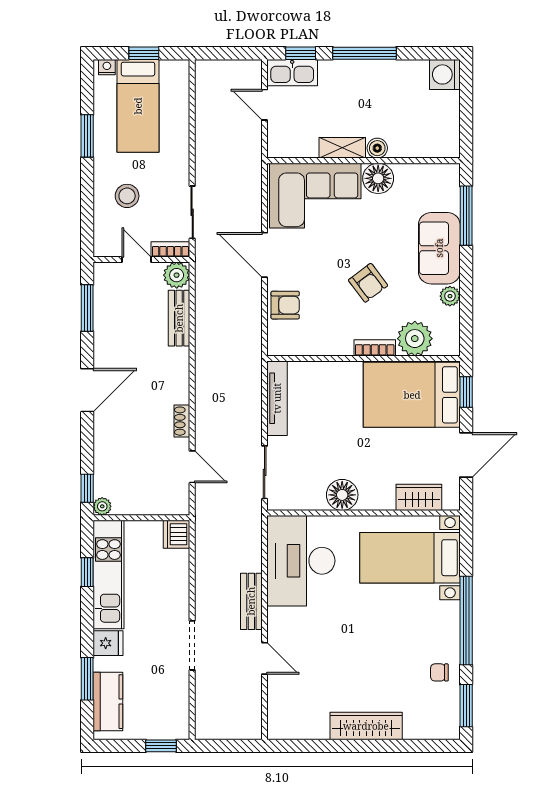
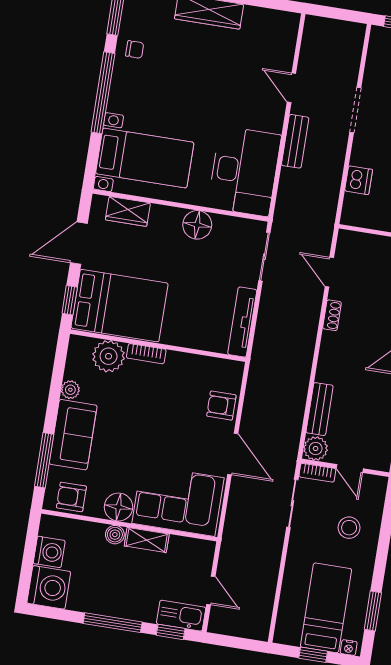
washing machine: (445, 74) -> (49, 587), width x1.37, depth x1.37
washing machine: (445, 118) -> (49, 552), added
window: (87, 136) -> (373, 611), moved
armchair: (368, 283) -> (71, 497), moved, turned -53
dishwasher: (177, 534) -> (359, 180), moved

